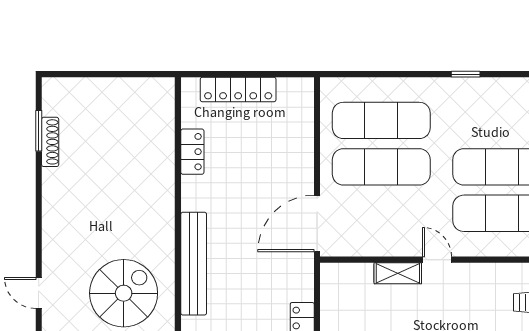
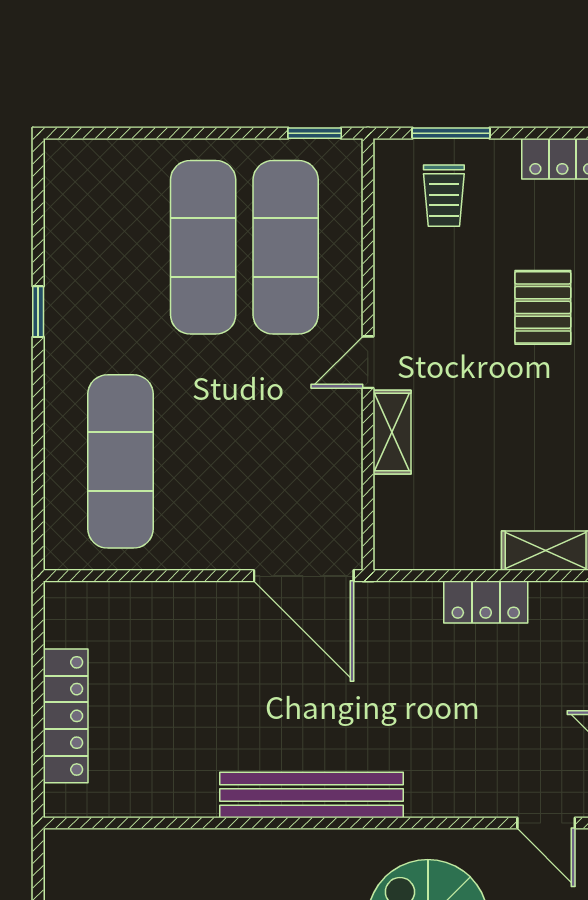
locker: (192, 152) -> (176, 797), removed
exercise mat: (381, 167) -> (203, 461), removed
bench: (194, 264) -> (312, 795), moved

